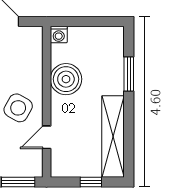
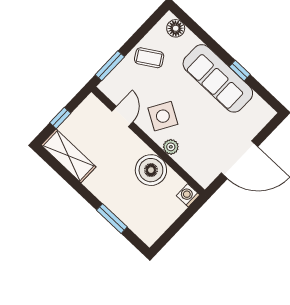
plant: (35, 81) -> (171, 147), added
shelving: (113, 136) -> (69, 156), width x0.68

